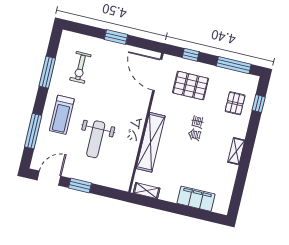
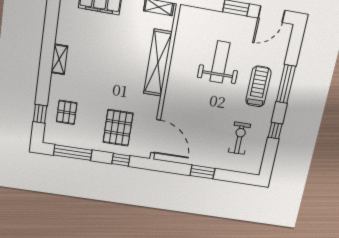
window: (47, 72) -> (275, 131), width x0.46
pallet: (191, 86) -> (118, 128), turned 90
window: (33, 131) -> (286, 84), moved

